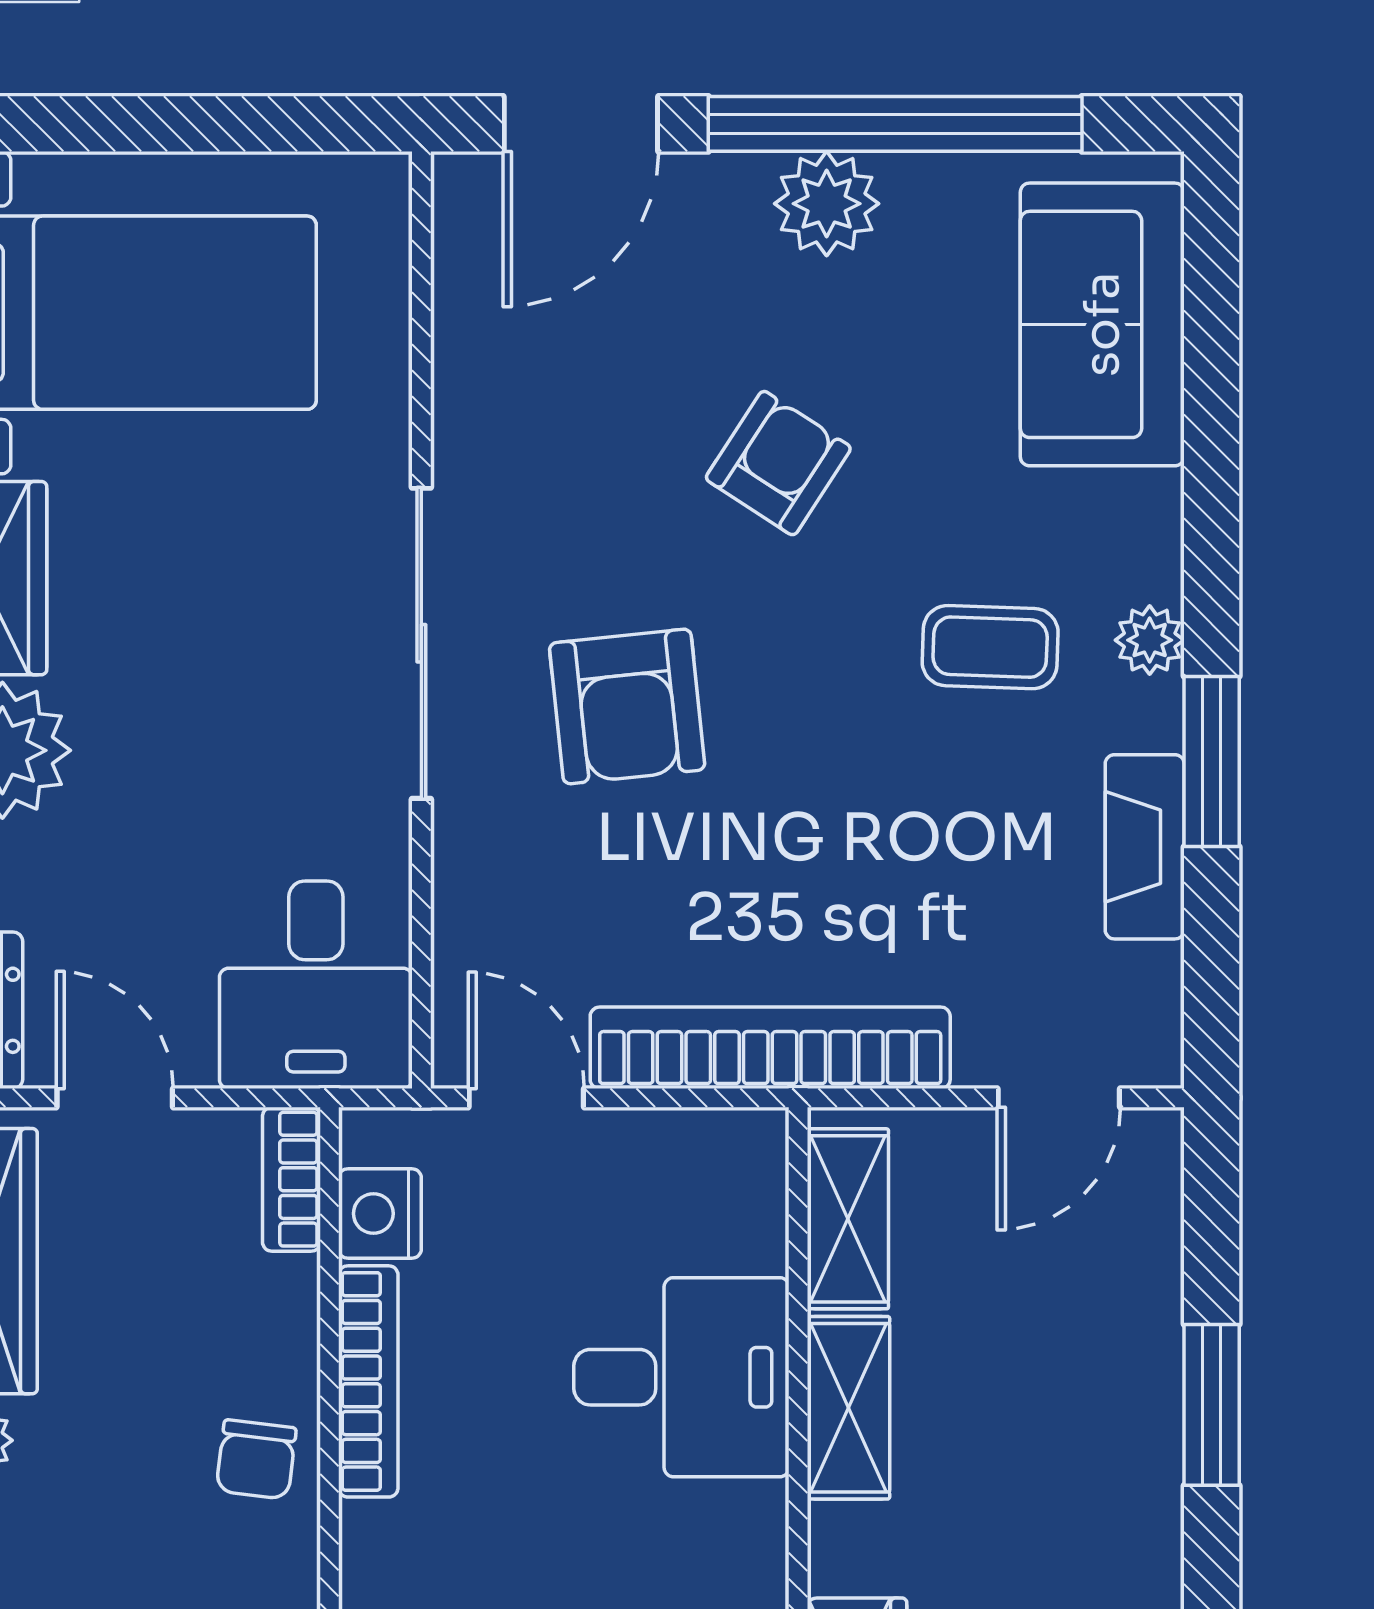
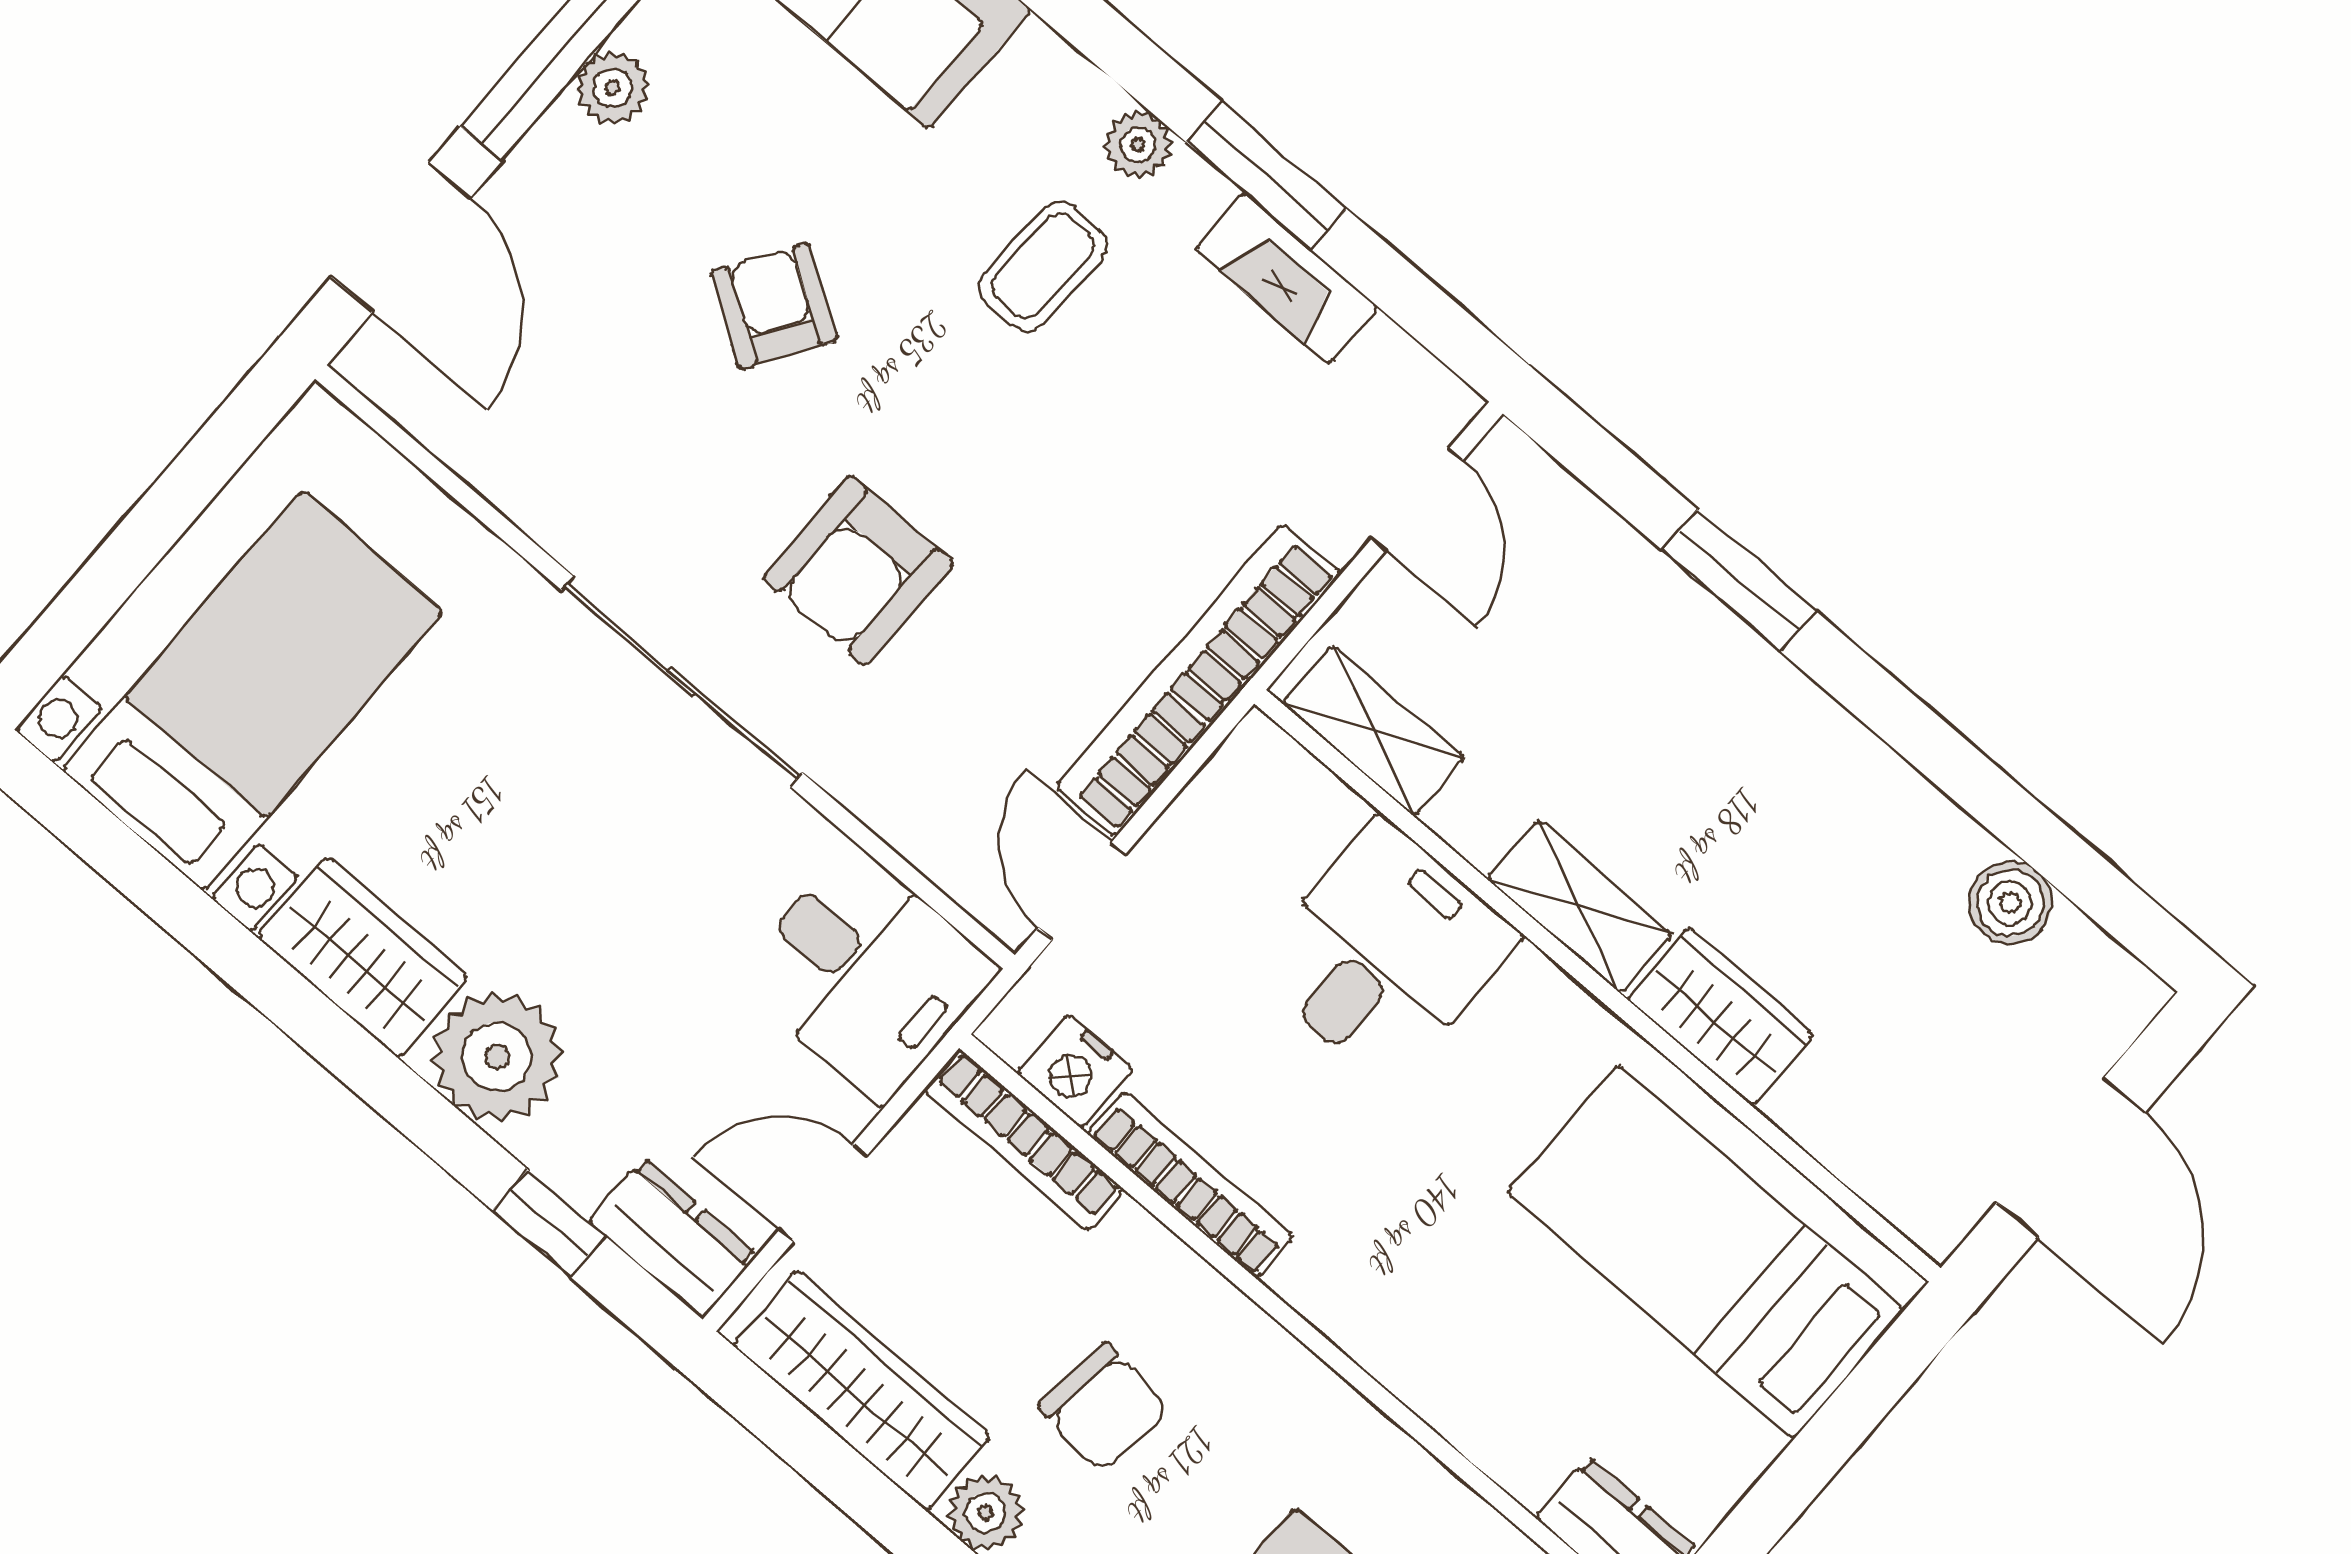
plant: (827, 204) -> (613, 88), width x0.73, depth x0.73
armchair: (627, 706) -> (858, 570), turned 96
door: (526, 1098) -> (1082, 891), hinge flipped
bookcase: (291, 1179) -> (1024, 1140), width x1.56
shelving: (848, 1408) -> (1580, 907), moved
chair: (256, 1459) -> (1103, 1408), moved, width x1.37, depth x1.37

